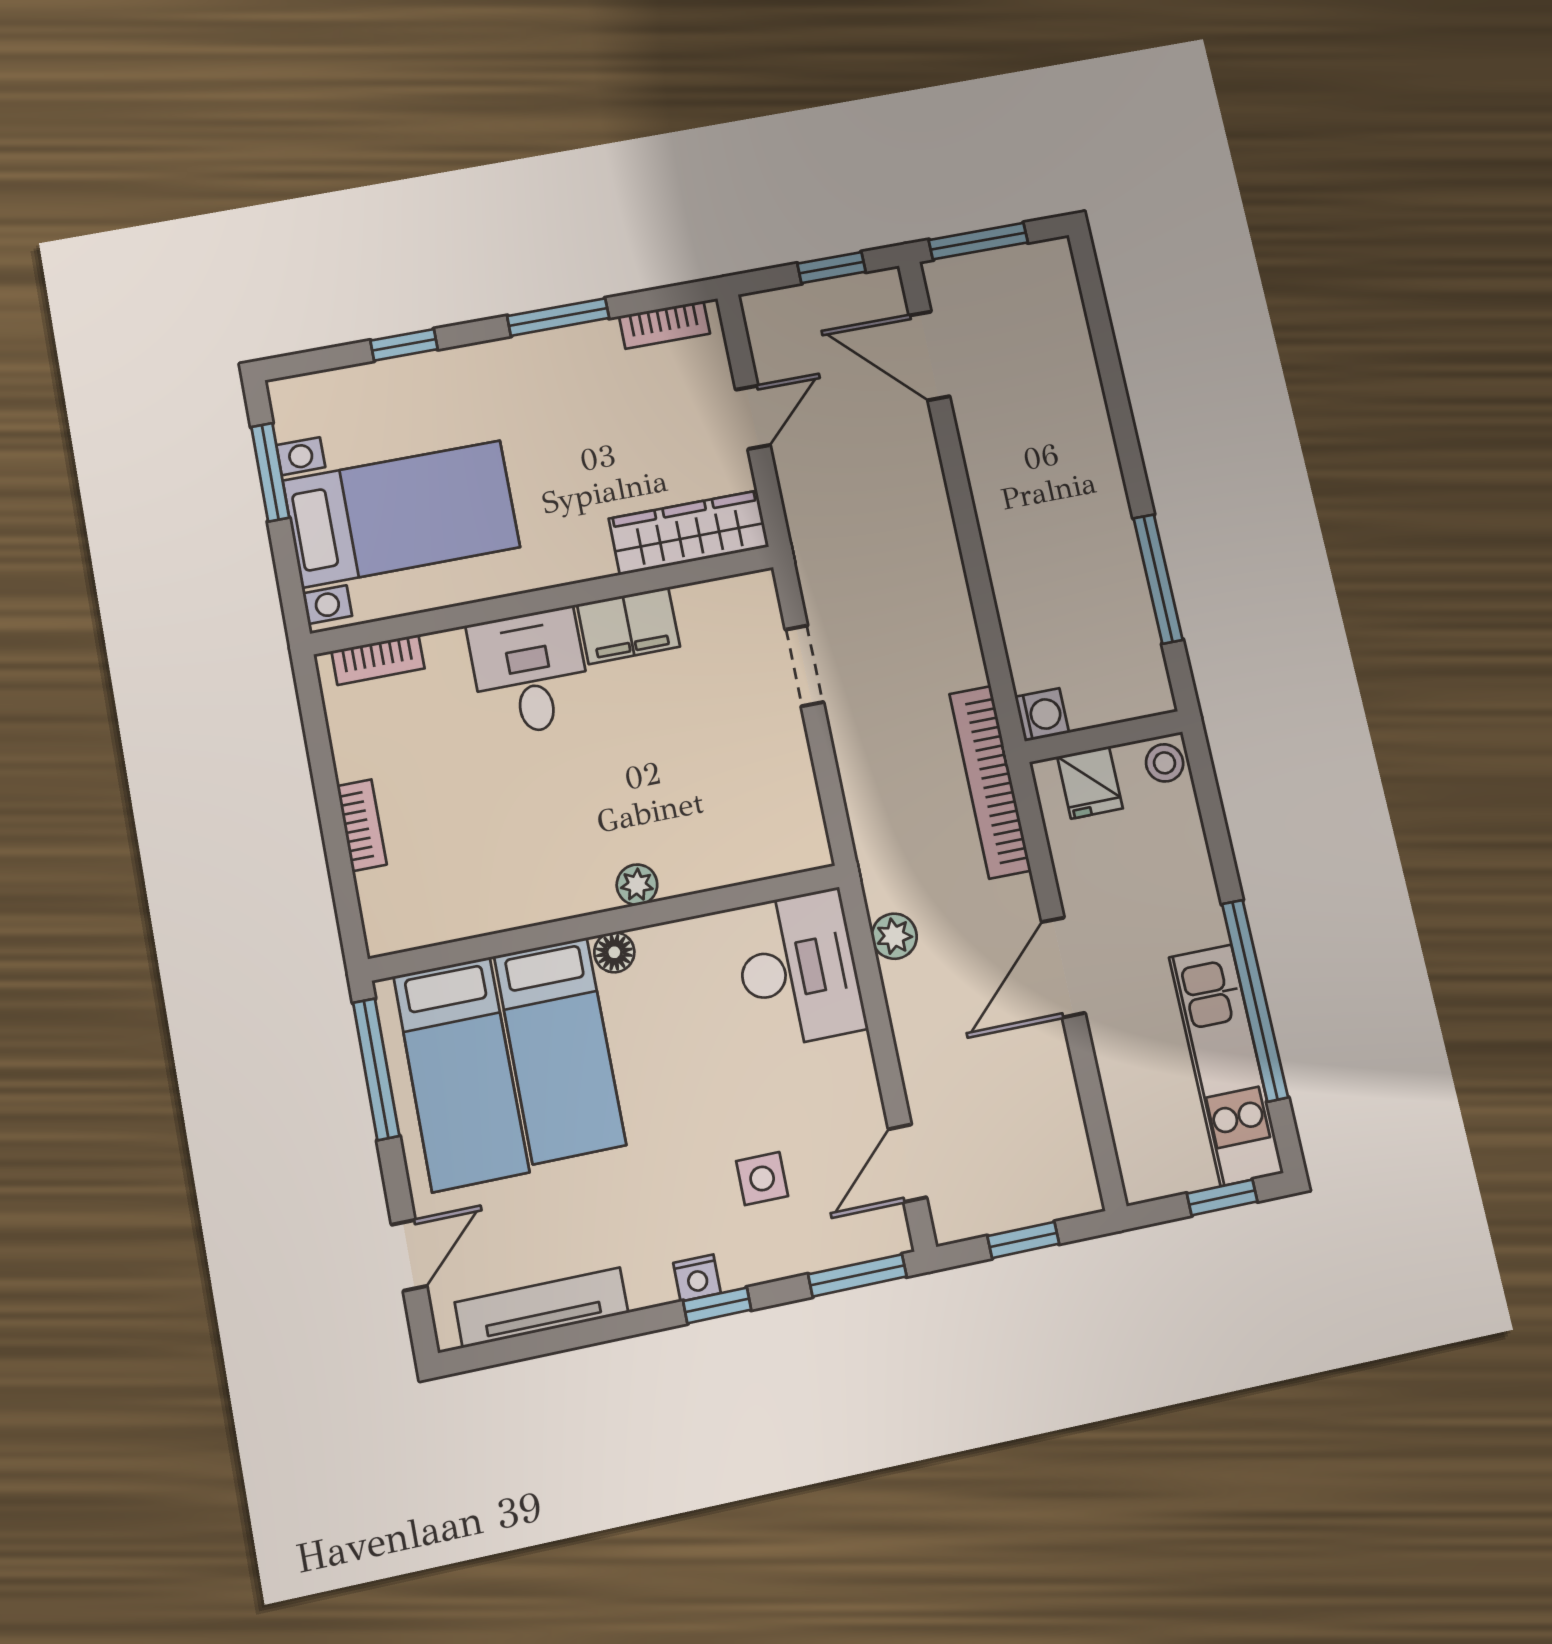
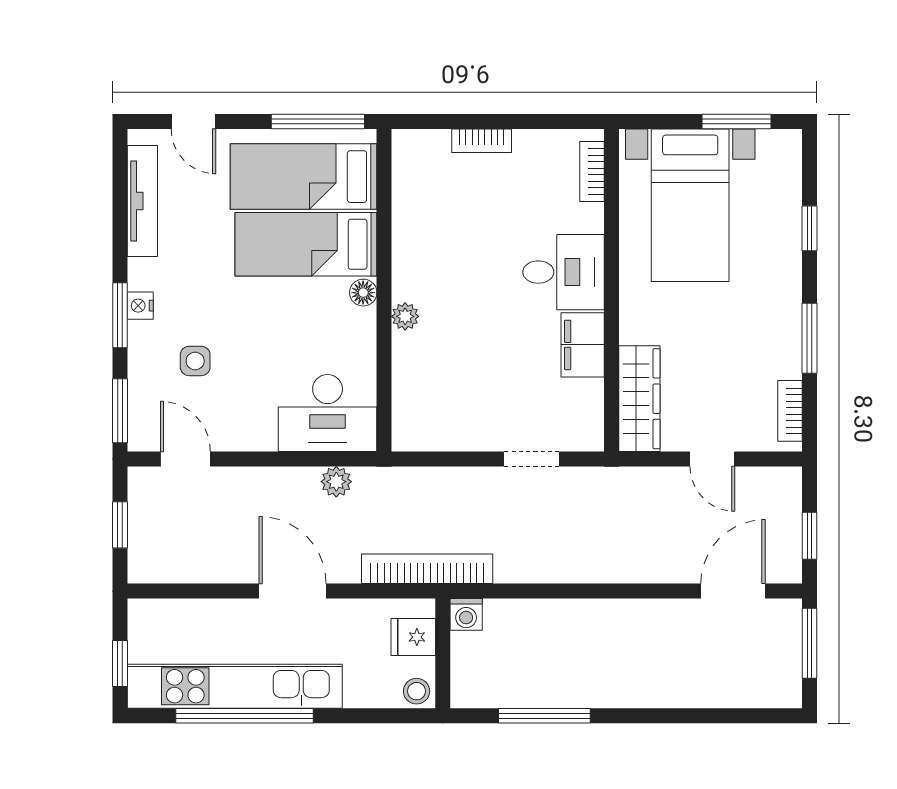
kitchen unit: (1226, 1065) -> (235, 686), width x1.36
window: (717, 1305) -> (120, 315), width x1.50

